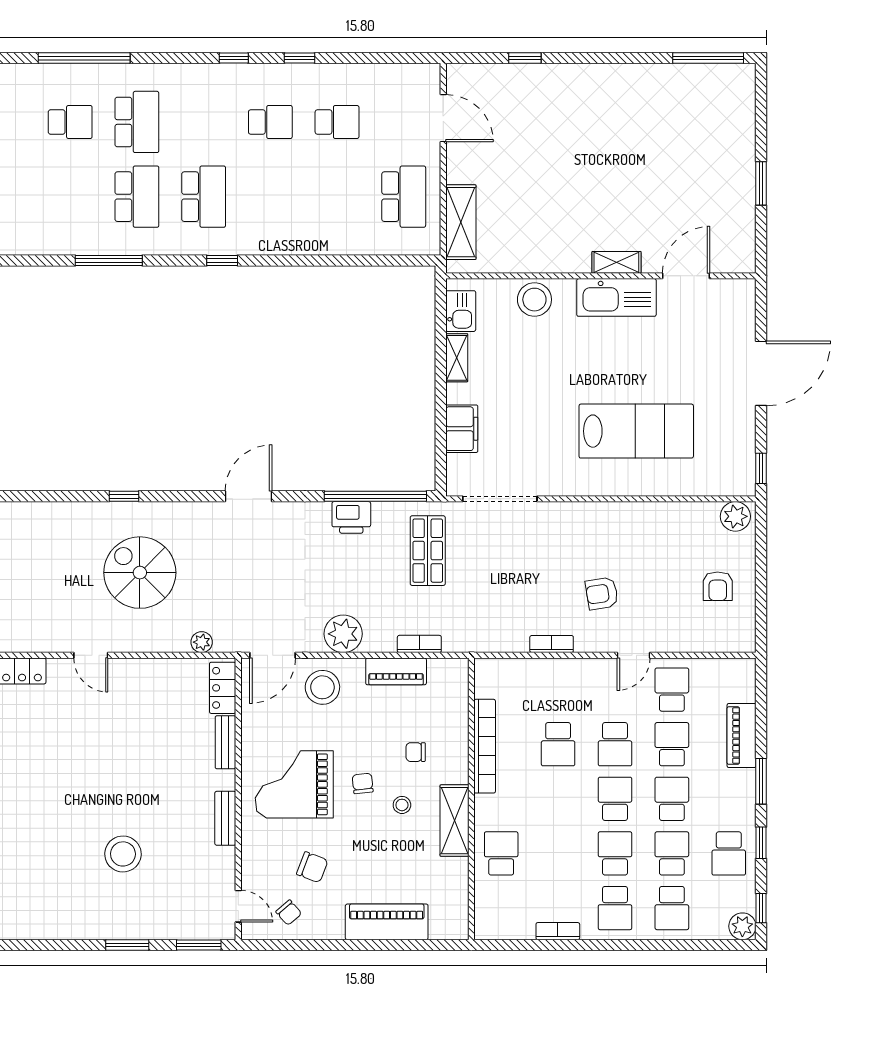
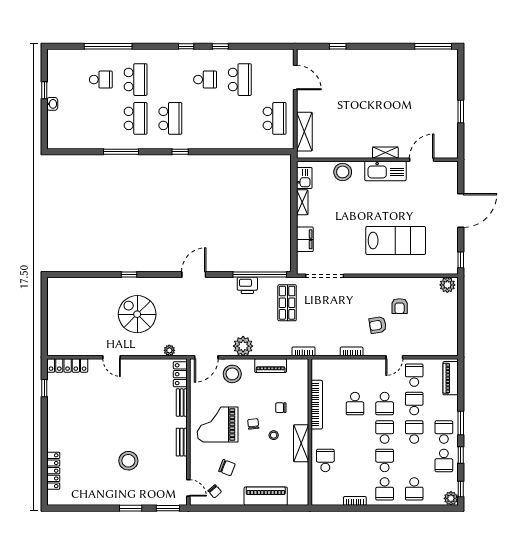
school desk: (337, 122) -> (240, 80), width x1.85
armchair: (718, 586) -> (400, 306), moved
bookcase: (419, 644) -> (304, 351), moved
piano: (742, 736) -> (451, 378), moved
school desk: (672, 853) -> (444, 432), moved

